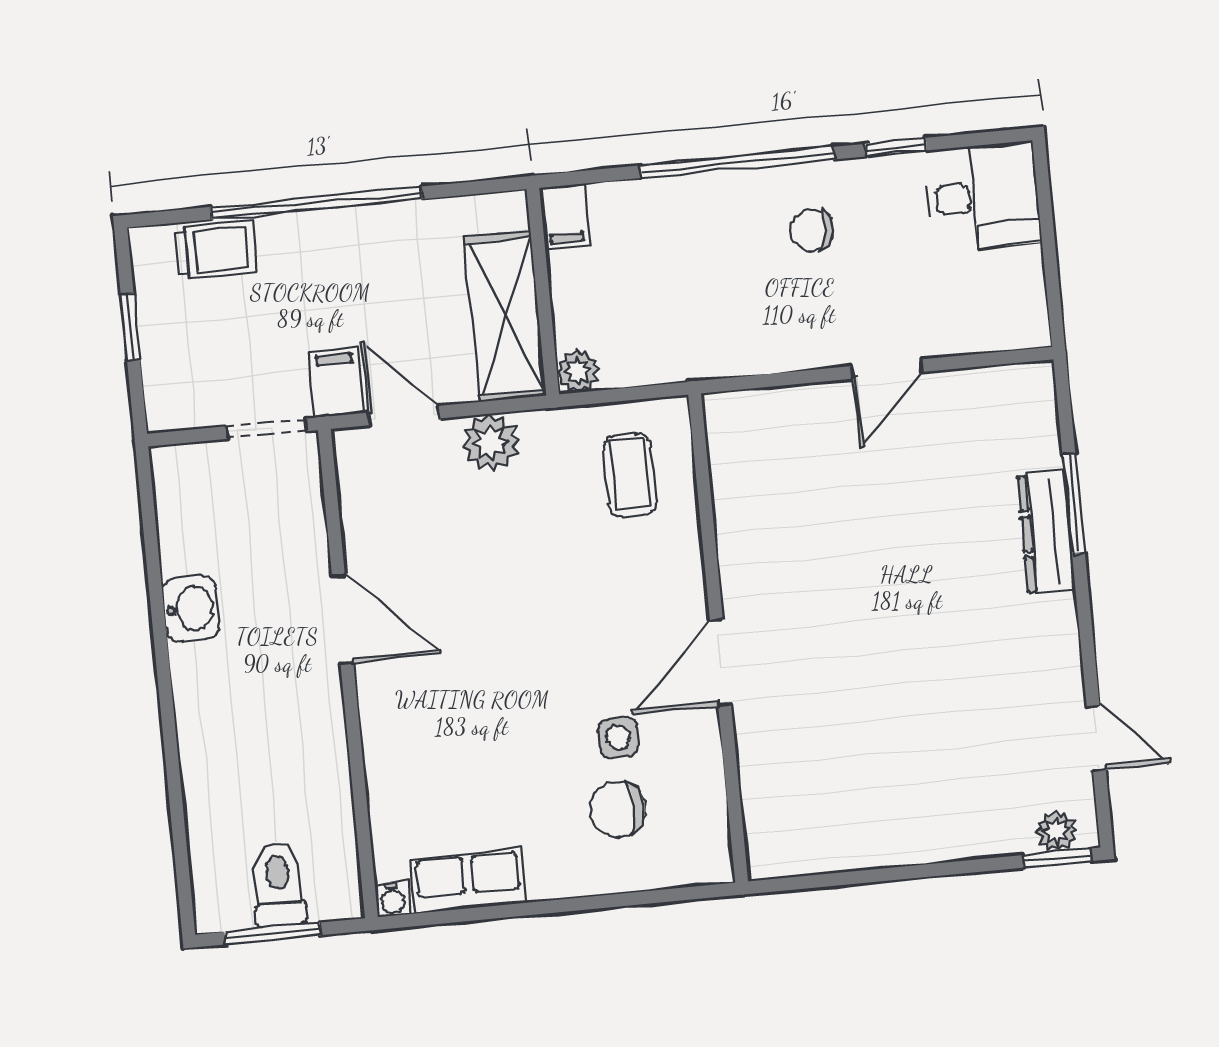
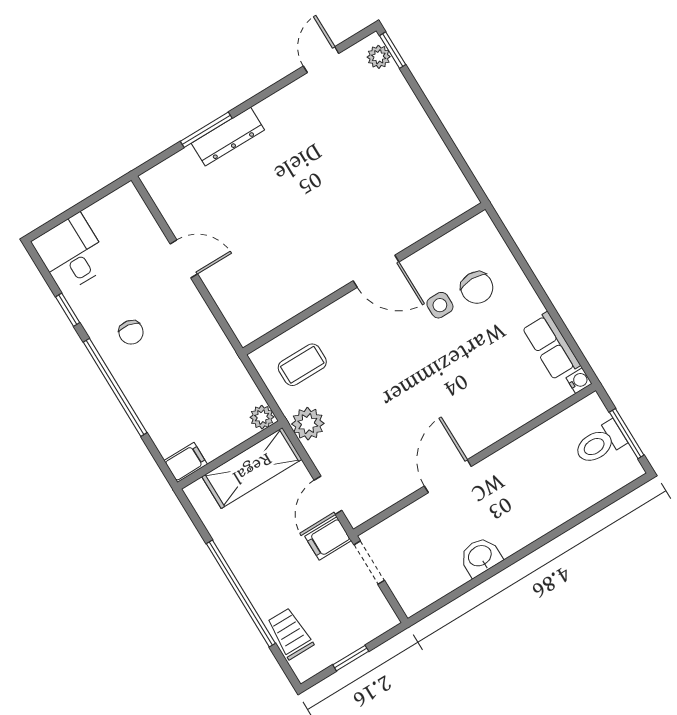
plant: (491, 443) -> (308, 424), moved

